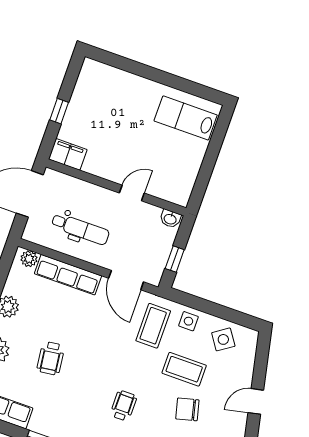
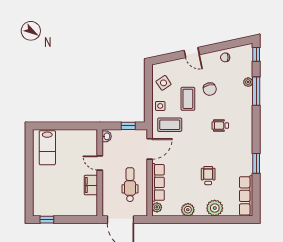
window: (59, 111) -> (47, 220), moved
filing cabinet: (68, 154) -> (91, 185), moved
wheelchair: (51, 358) -> (208, 176), turned -83

